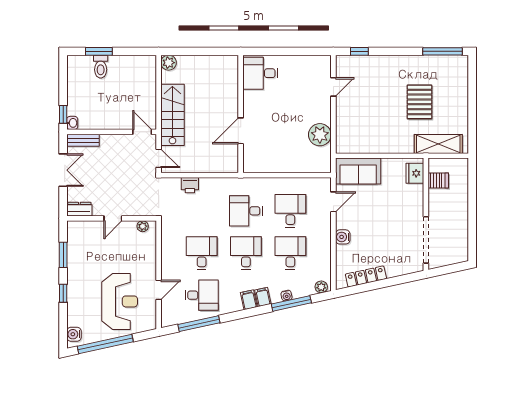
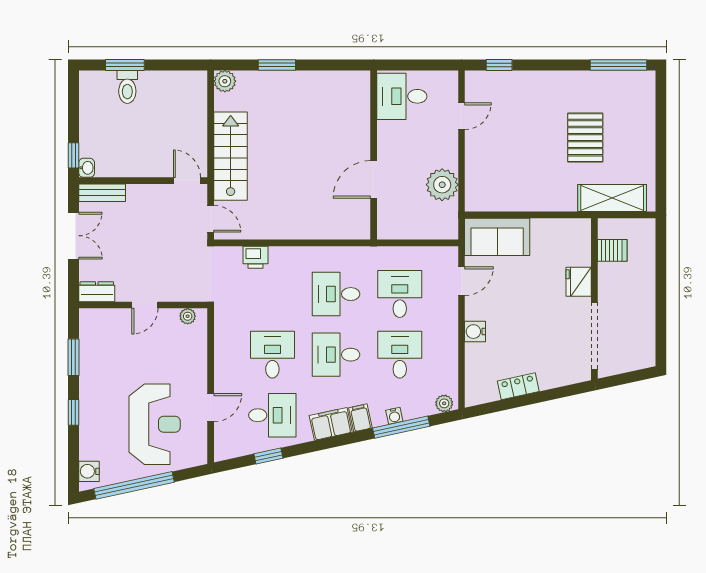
window: (205, 51) -> (277, 65), added
desk: (260, 73) -> (402, 96), moved
wall: (241, 114) -> (374, 155), moved
door: (241, 131) -> (374, 179), moved
fridge: (415, 173) -> (579, 282), moved
desk: (246, 253) -> (336, 355), turned -90
locker: (366, 276) -> (518, 386), width x0.66
filing cabinet: (249, 300) -> (331, 424), width x2.00
window: (199, 324) -> (268, 456), width x0.46

